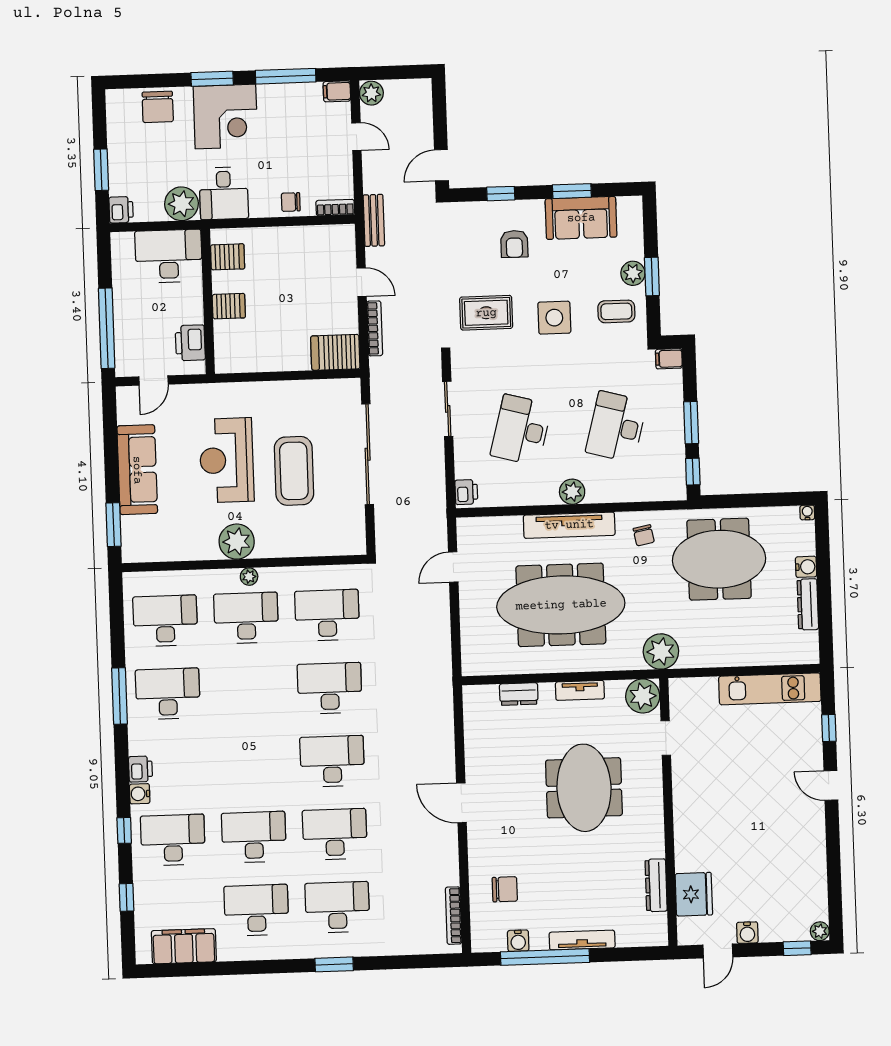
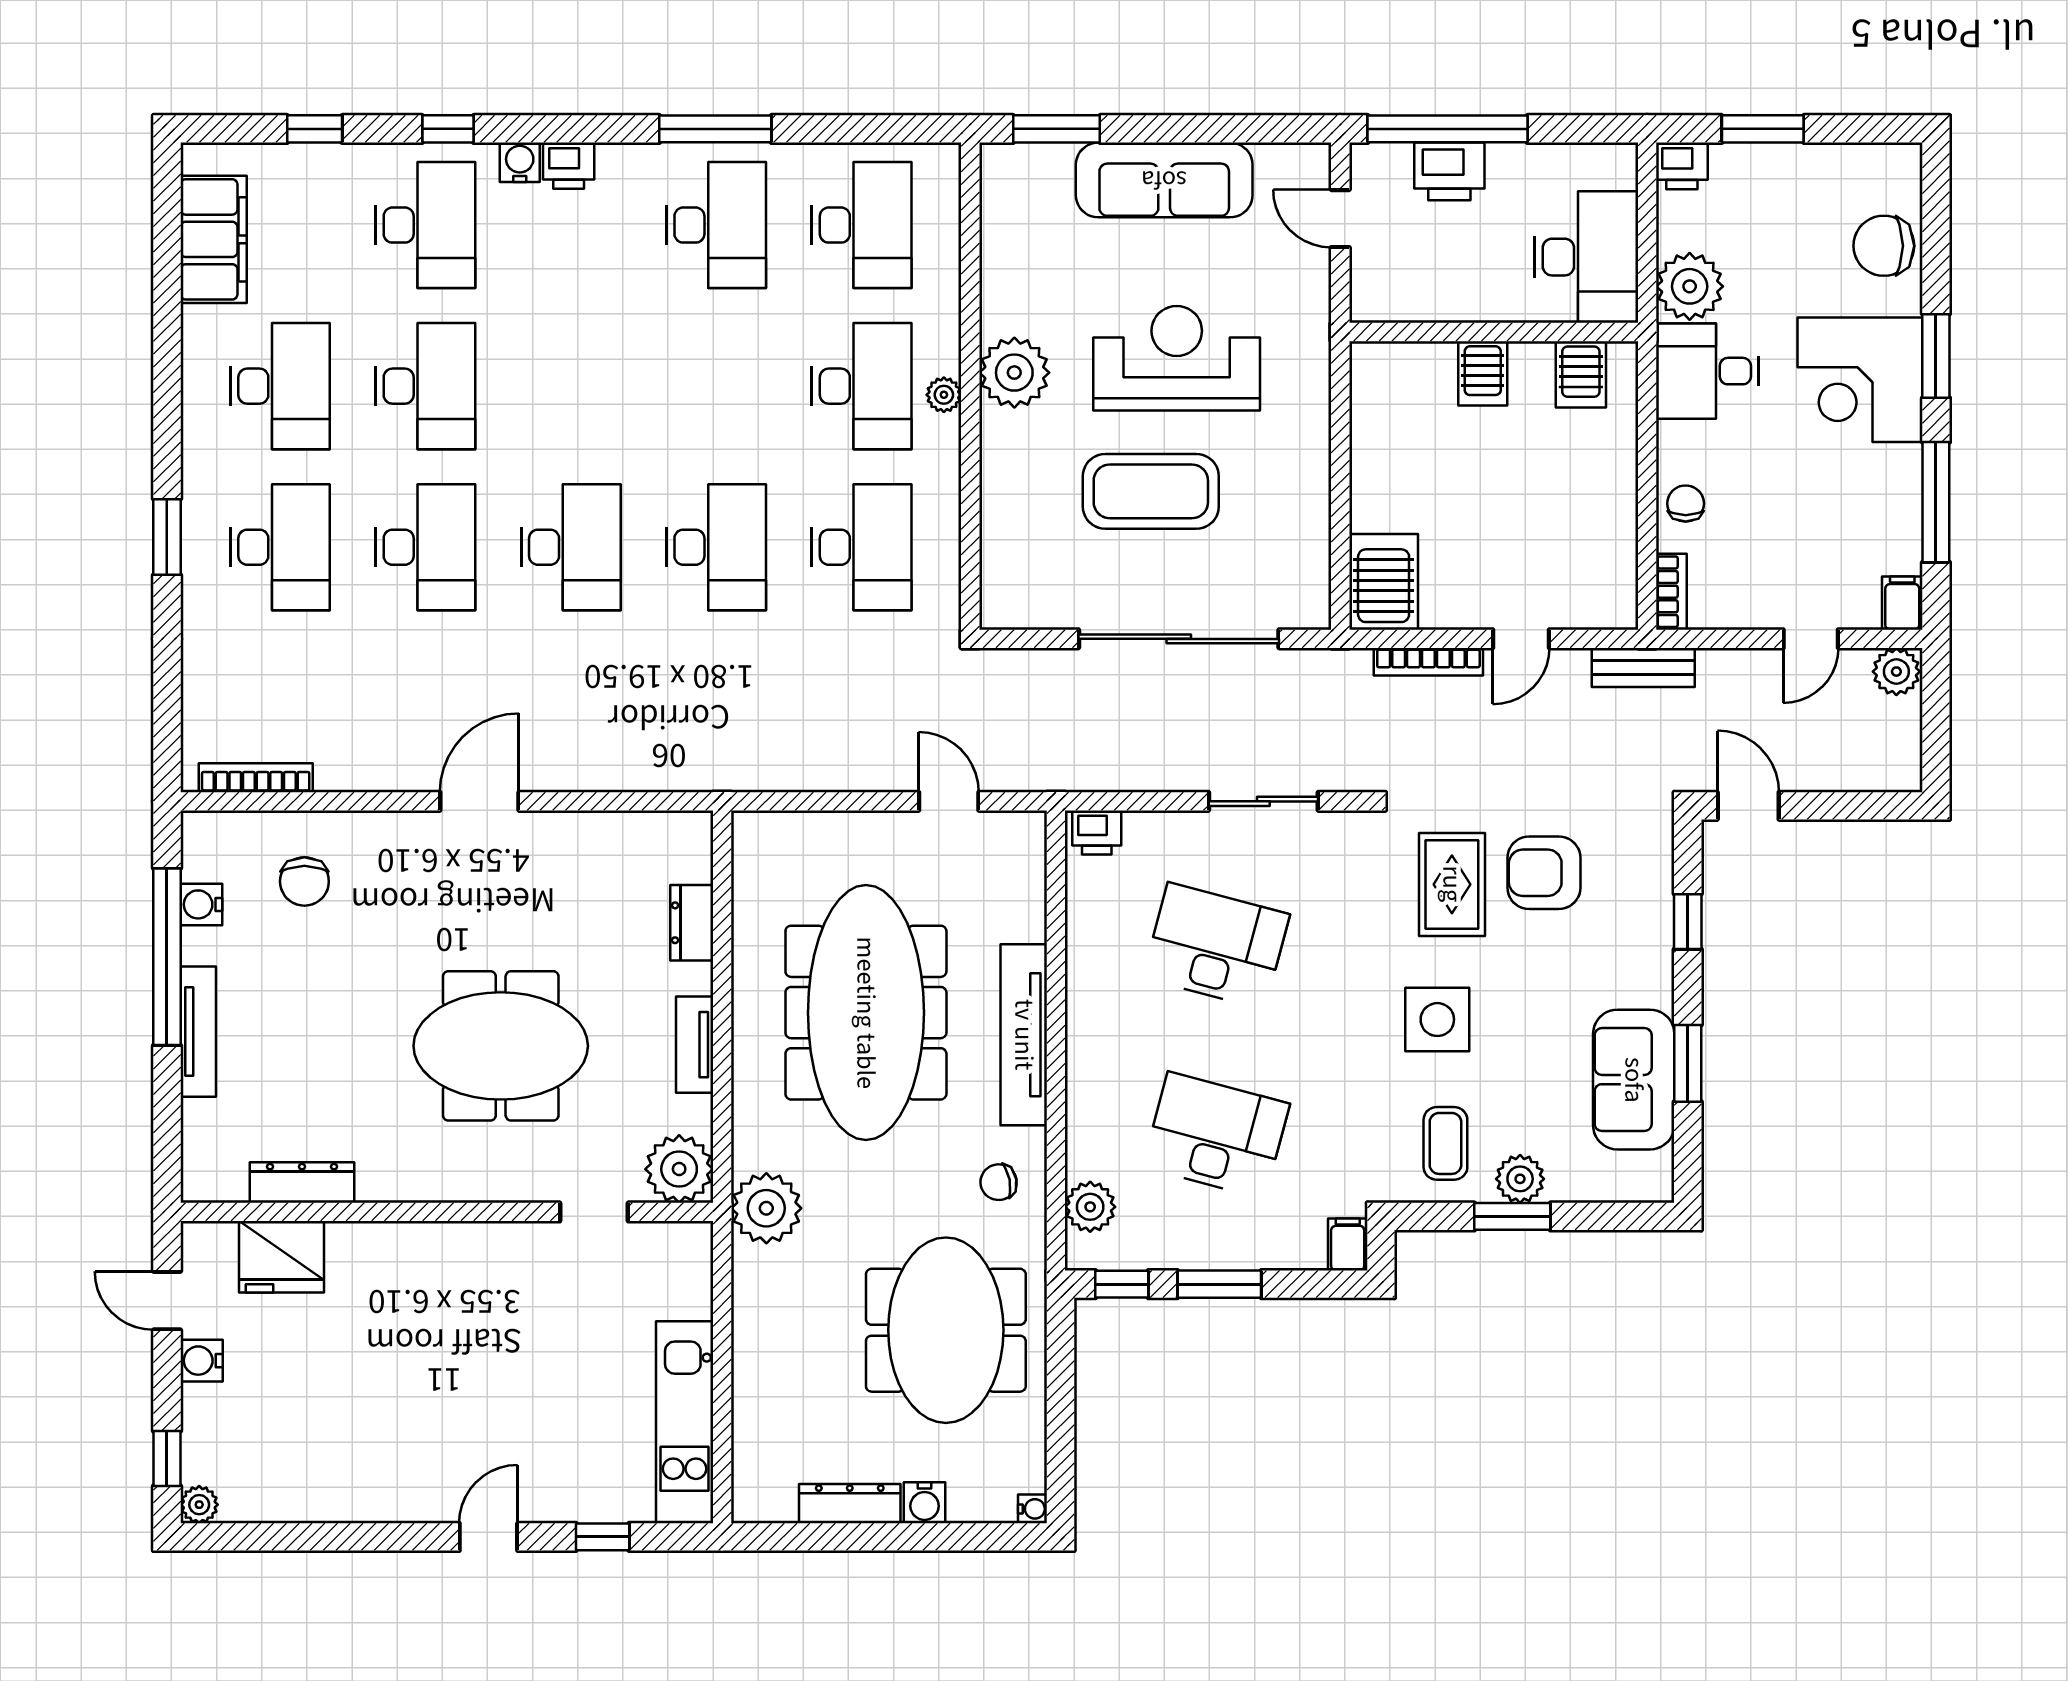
armchair: (514, 244) -> (1544, 873), moved, width x1.38, depth x1.38
printer: (190, 343) -> (1449, 171), moved, turned 180
plant: (572, 492) -> (1090, 1207), moved

